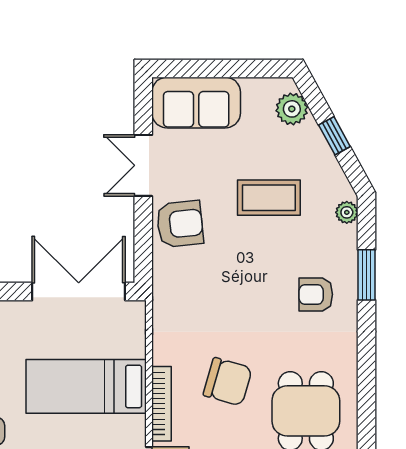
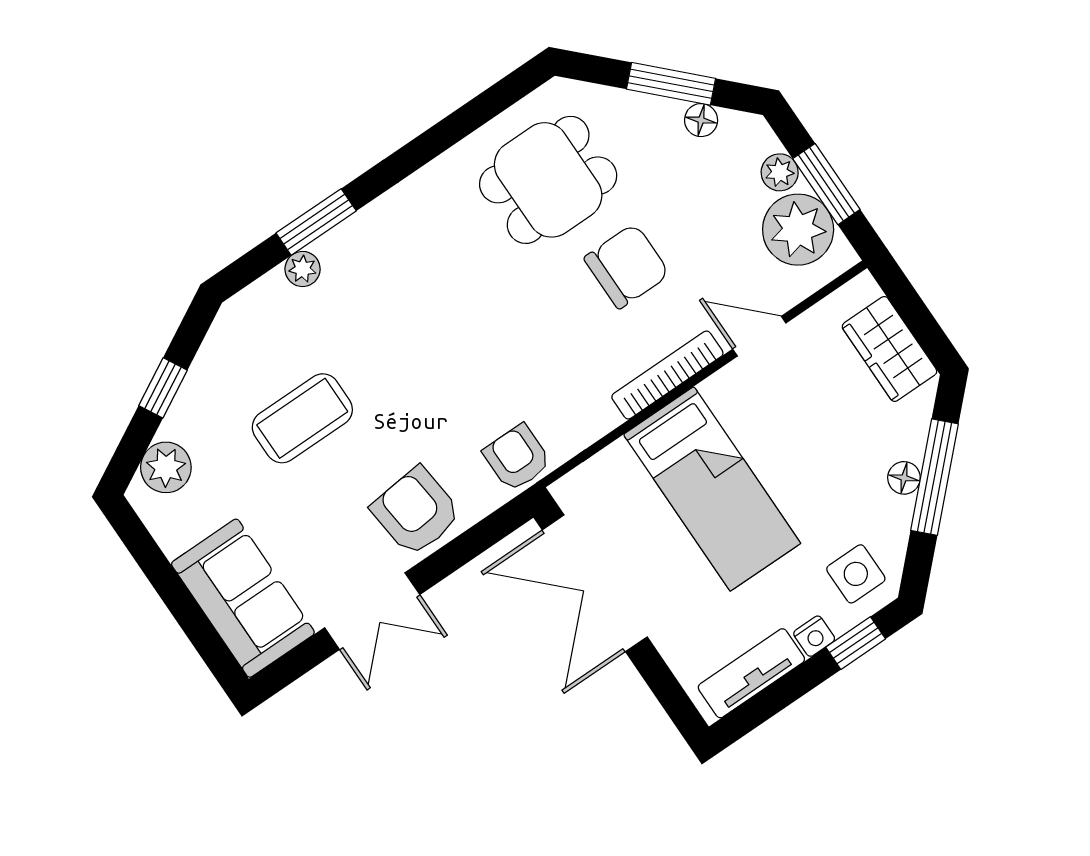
coffee table: (269, 198) -> (302, 418), turned 90
plant: (347, 212) -> (303, 269), moved
armchair: (316, 294) -> (517, 458), moved, turned 180
chair: (228, 382) -> (627, 266), moved, turned 74

